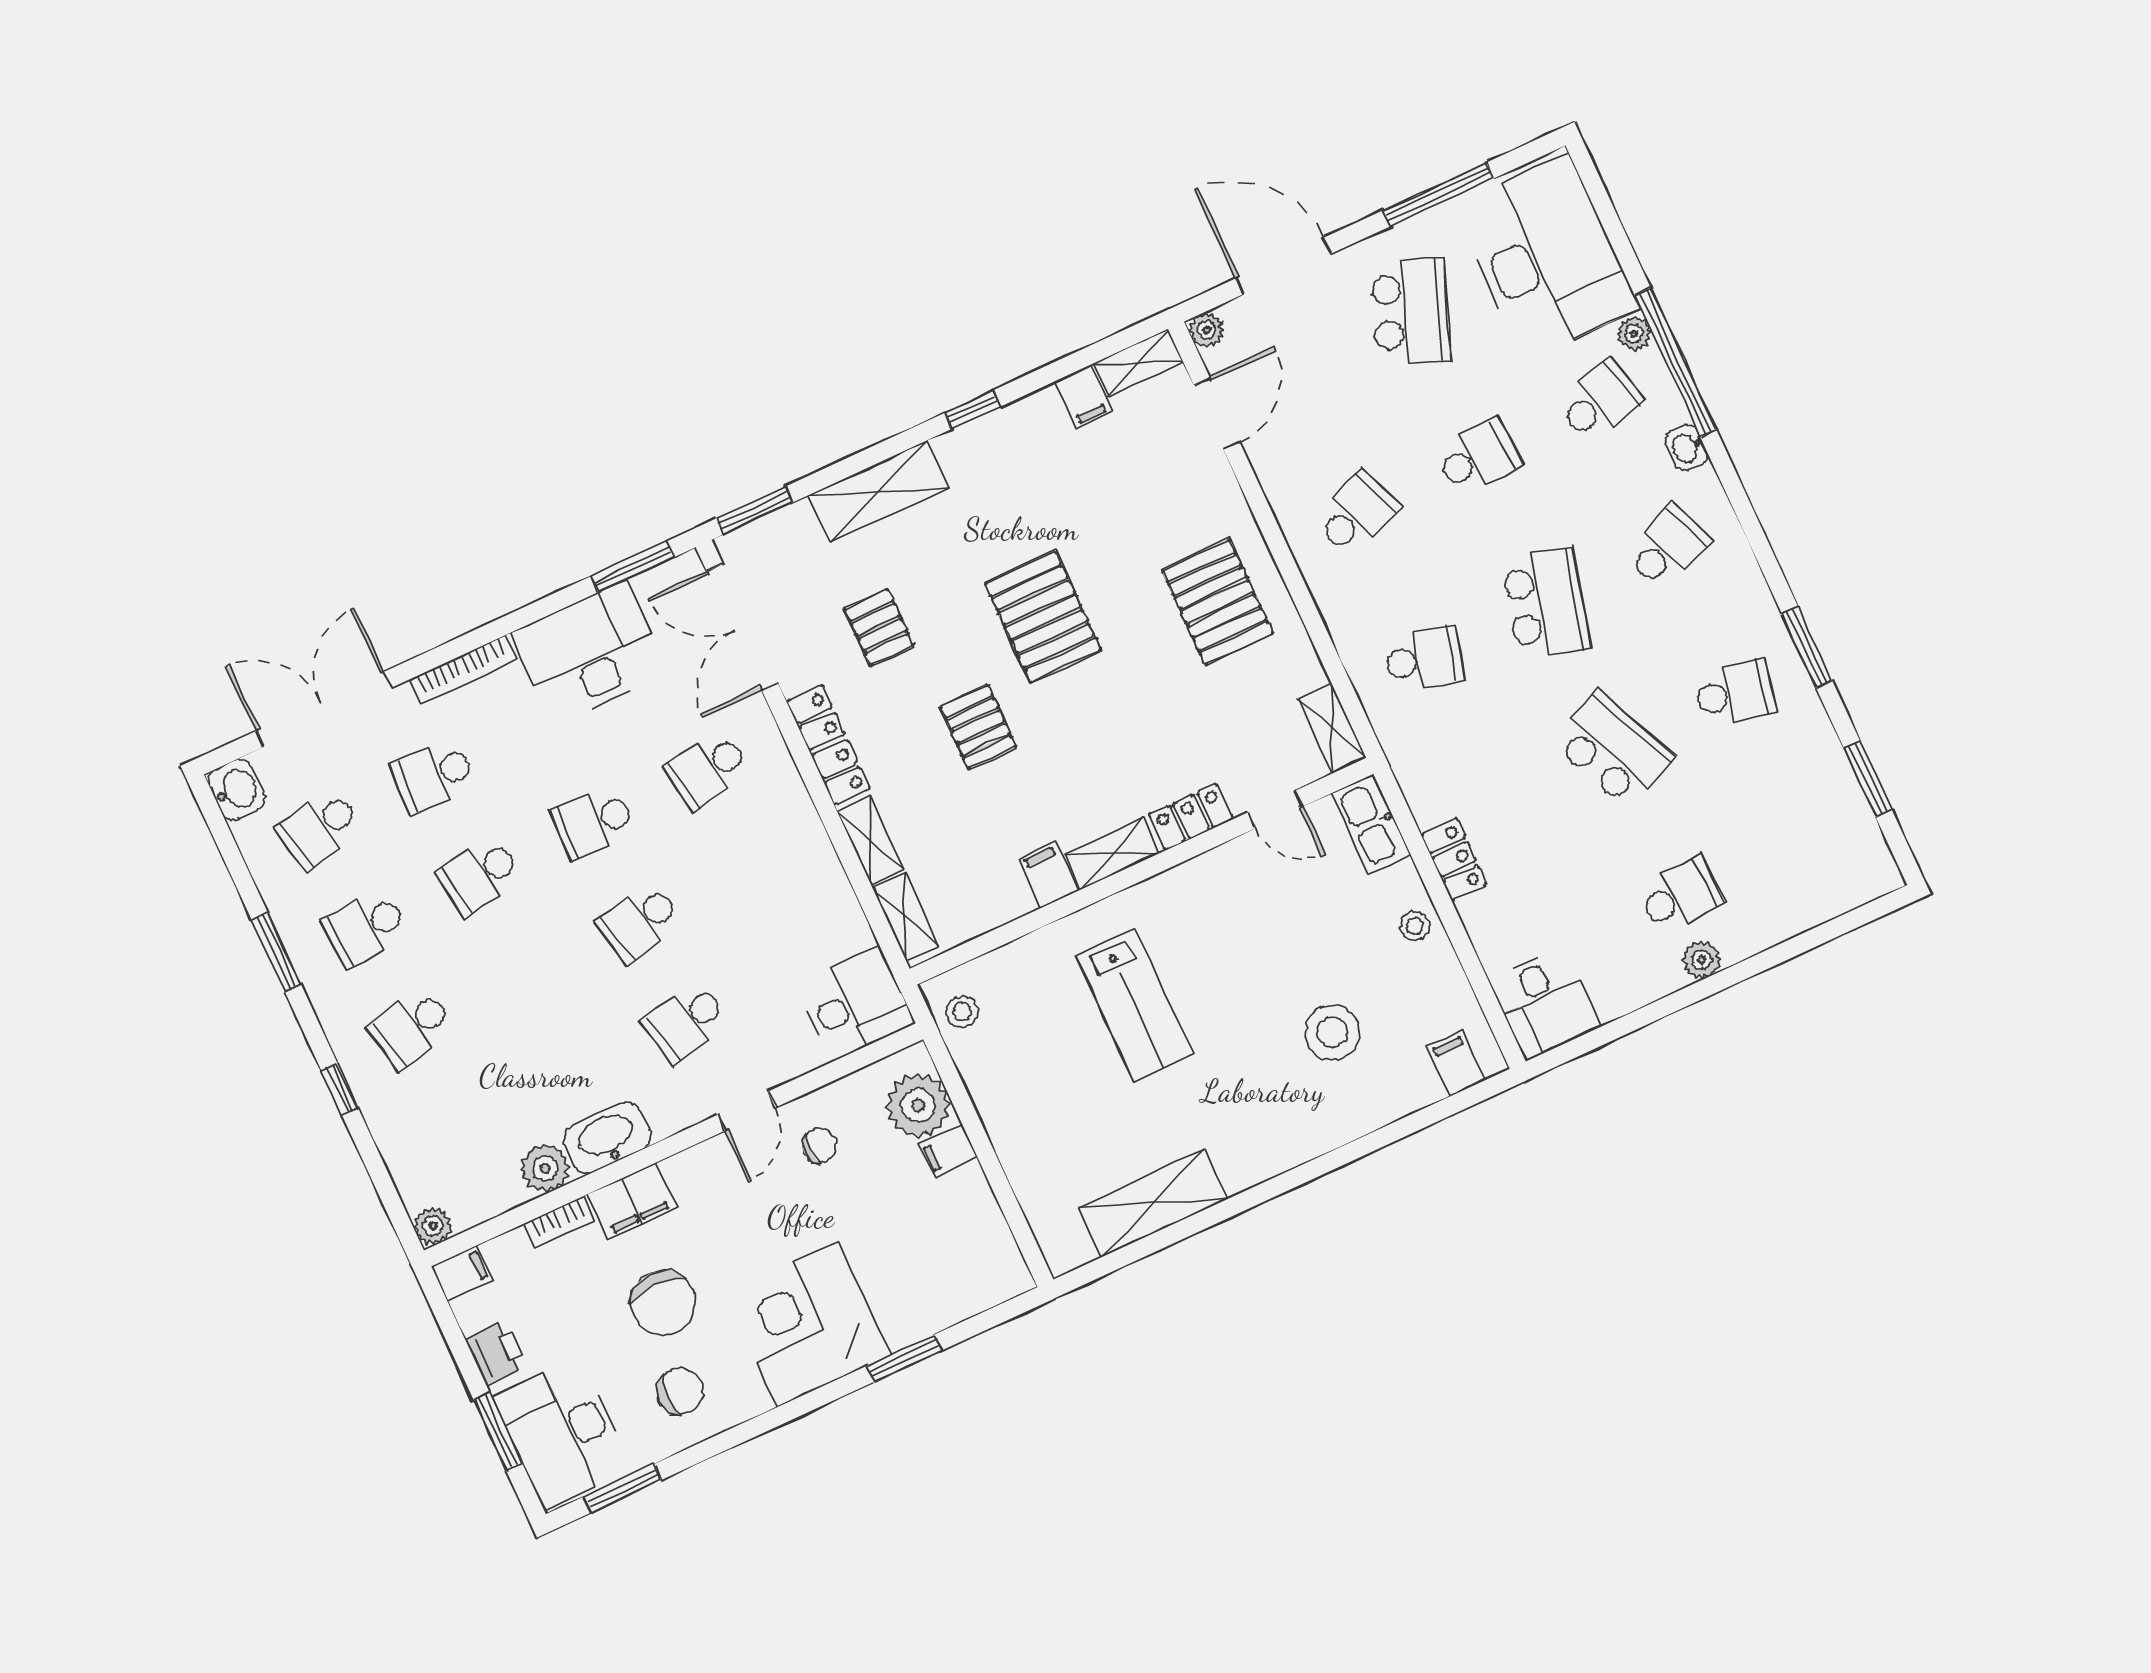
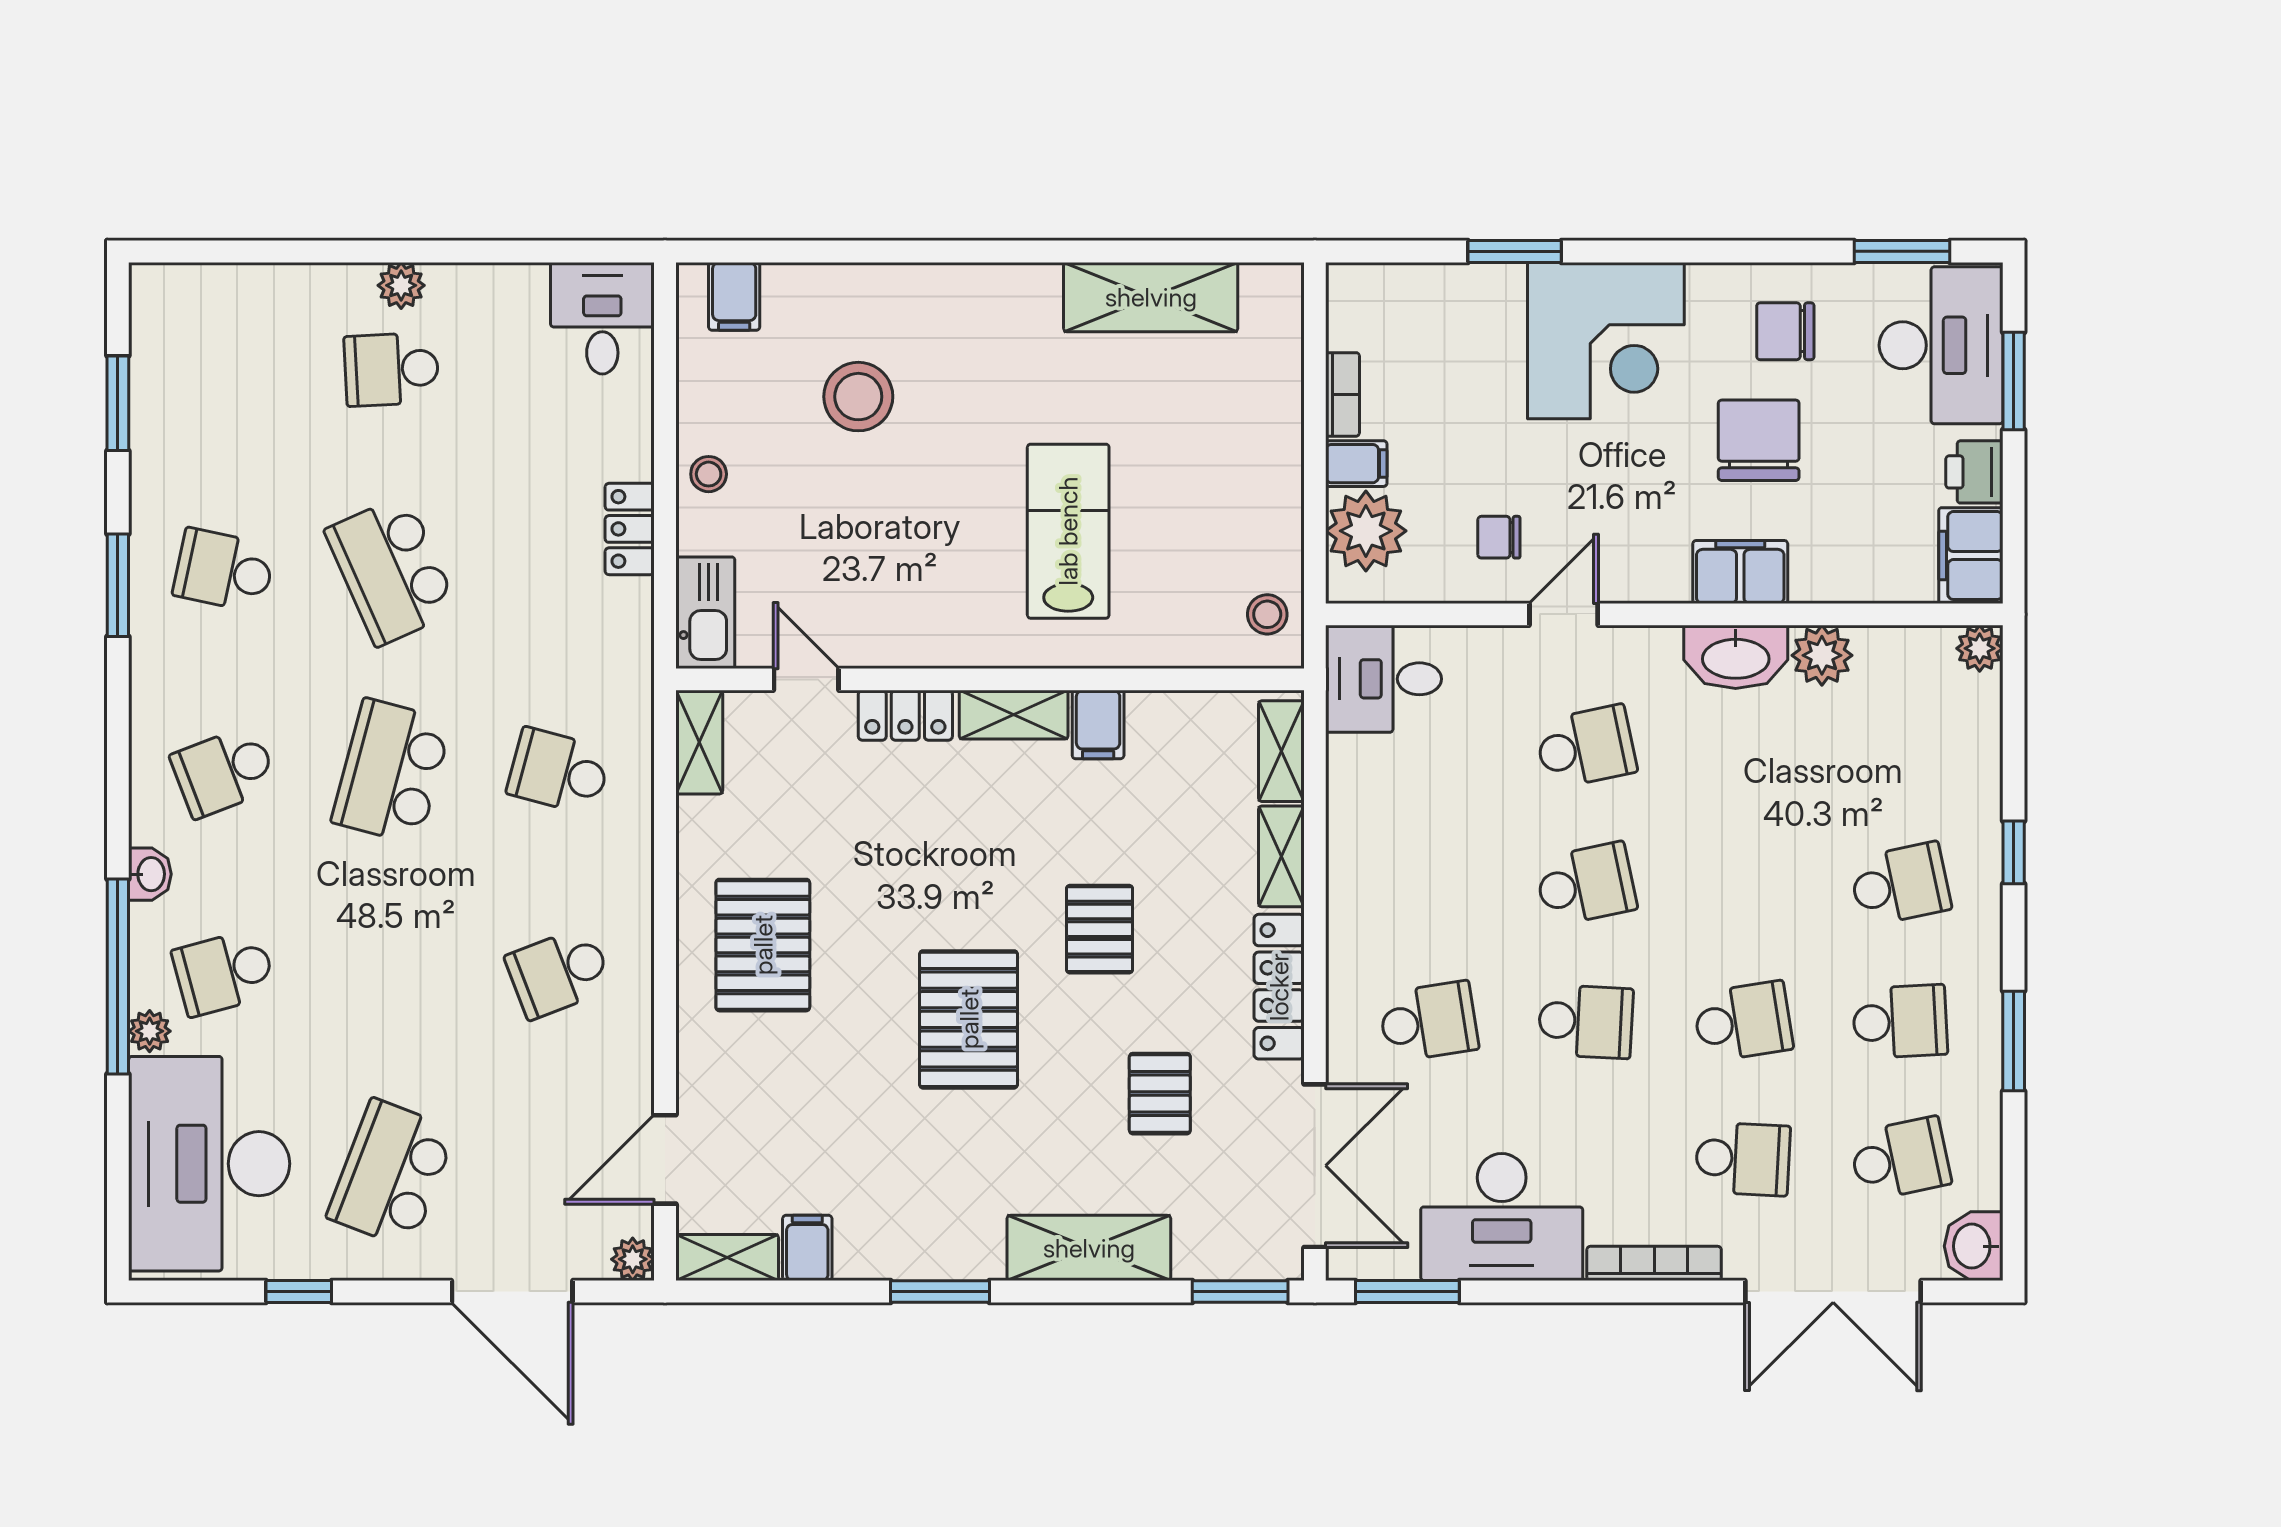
window: (1438, 194) -> (299, 1291), width x0.46
window: (972, 410) -> (940, 1291), width x1.50
school desk: (1478, 457) -> (391, 973), removed
bookcase: (559, 1222) -> (1342, 394), moved, turned 90
filing cabinet: (462, 1273) -> (1971, 556), width x2.00

